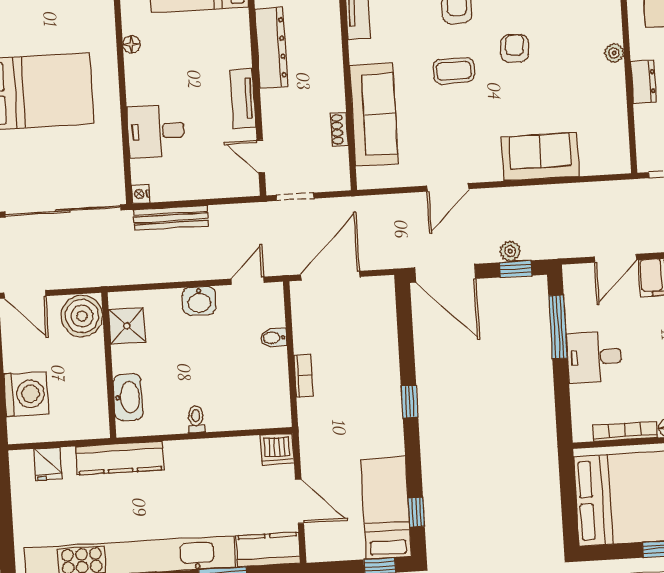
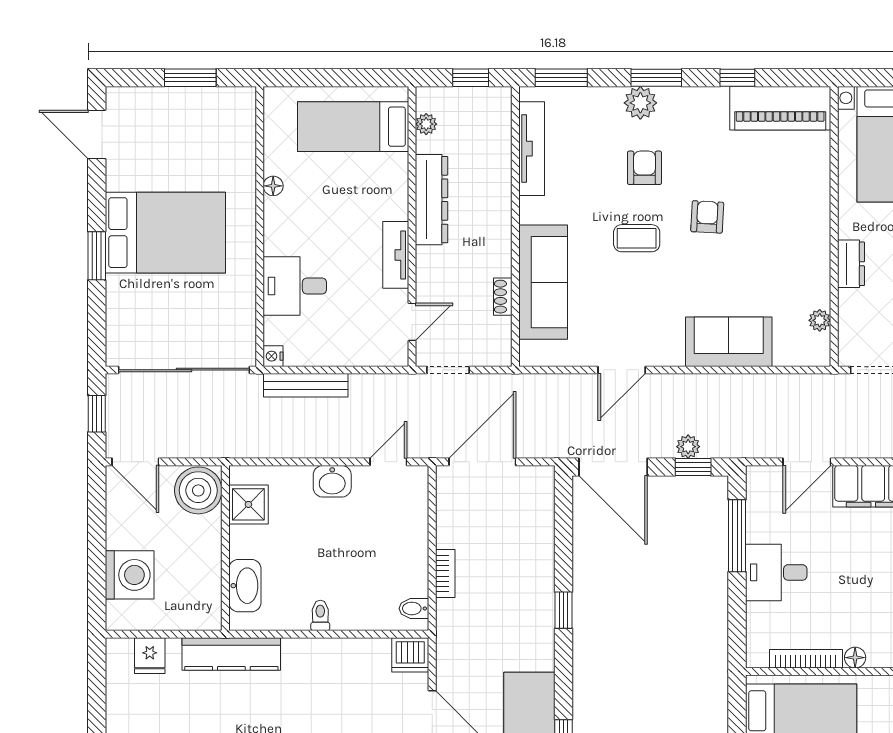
plant: (614, 53) -> (820, 320), moved
door: (261, 156) -> (412, 322), swing flipped
bidet: (273, 338) -> (414, 608), moved

